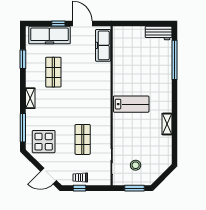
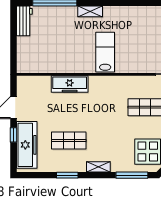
freezer: (103, 45) -> (70, 84), moved
window: (23, 59) -> (67, 175), moved
shelving: (167, 124) -> (90, 11), moved

